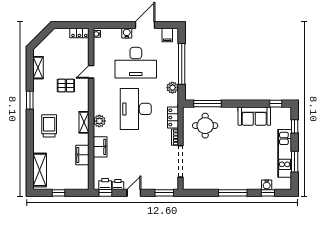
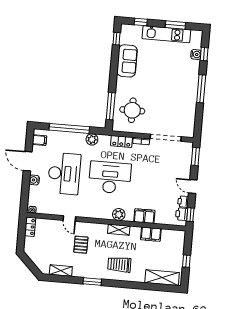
desk: (136, 109) -> (110, 177), turned 180

